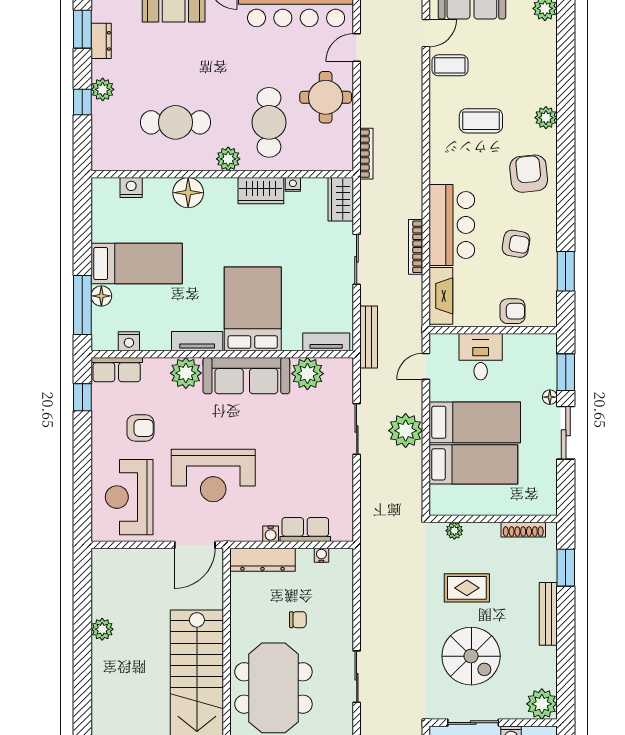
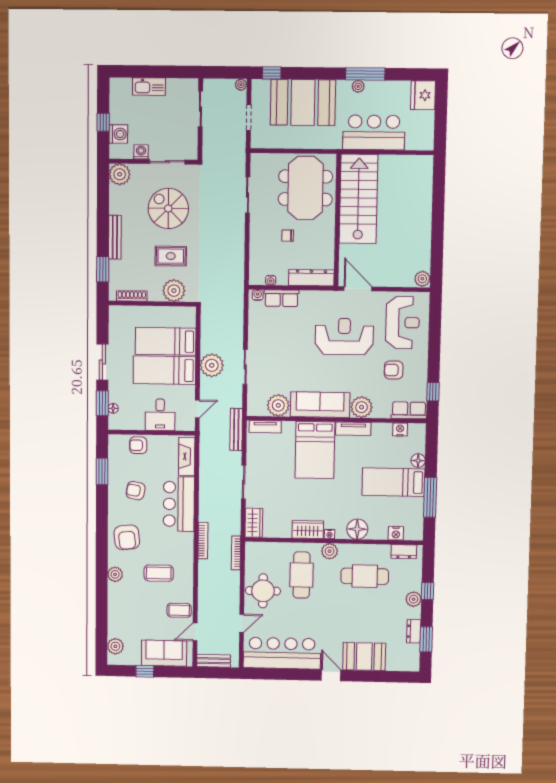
dresser: (119, 160) -> (404, 552), added
nightstand: (293, 184) -> (329, 534), moved
bookcase: (416, 247) -> (203, 541), moved
window: (82, 305) -> (430, 497), moved
floor lamp: (550, 397) -> (113, 408), moved
plant: (454, 531) -> (174, 291), width x1.88, depth x1.88
water cooler: (271, 534) -> (258, 295), moved
door: (195, 545) -> (358, 289), hinge flipped
plant: (102, 629) -> (422, 279), moved

